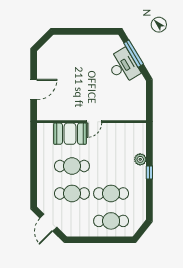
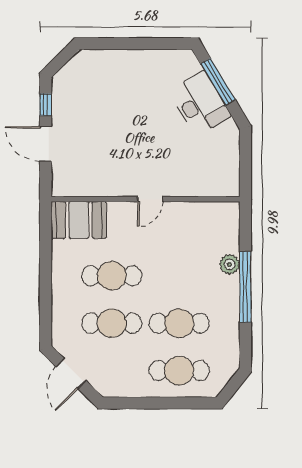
window: (34, 67) -> (46, 105), added
door: (34, 90) -> (46, 144), swing flipped
booth: (70, 134) -> (79, 220), moved
window: (149, 173) -> (245, 287), width x3.17

